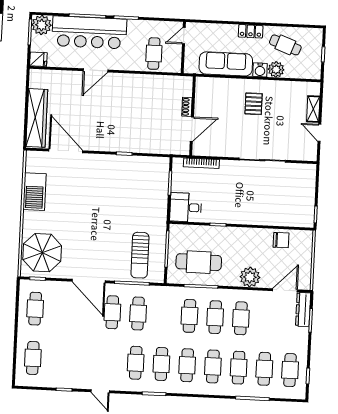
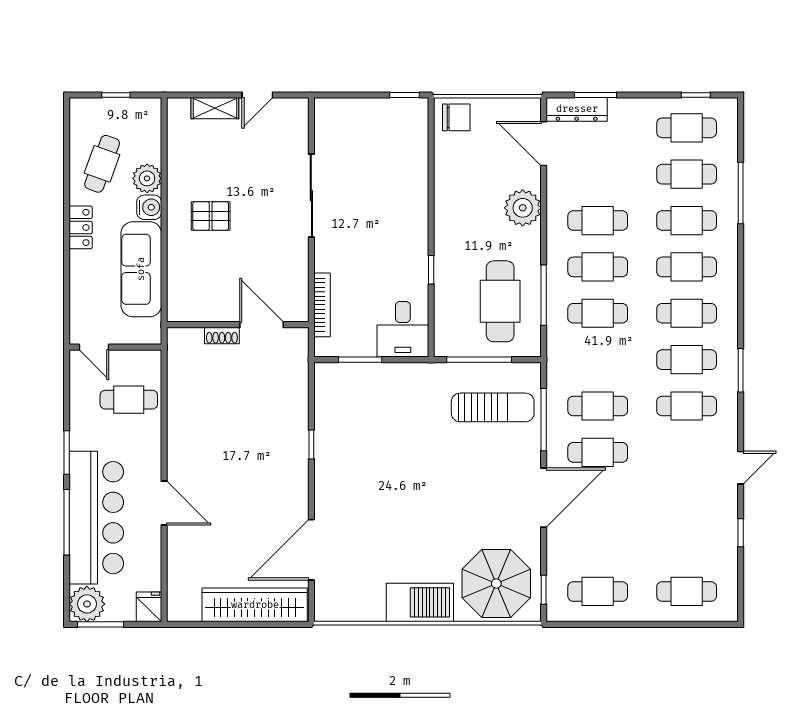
barbecue: (35, 192) -> (420, 602), moved
chair: (281, 240) -> (456, 117), moved, turned 90

